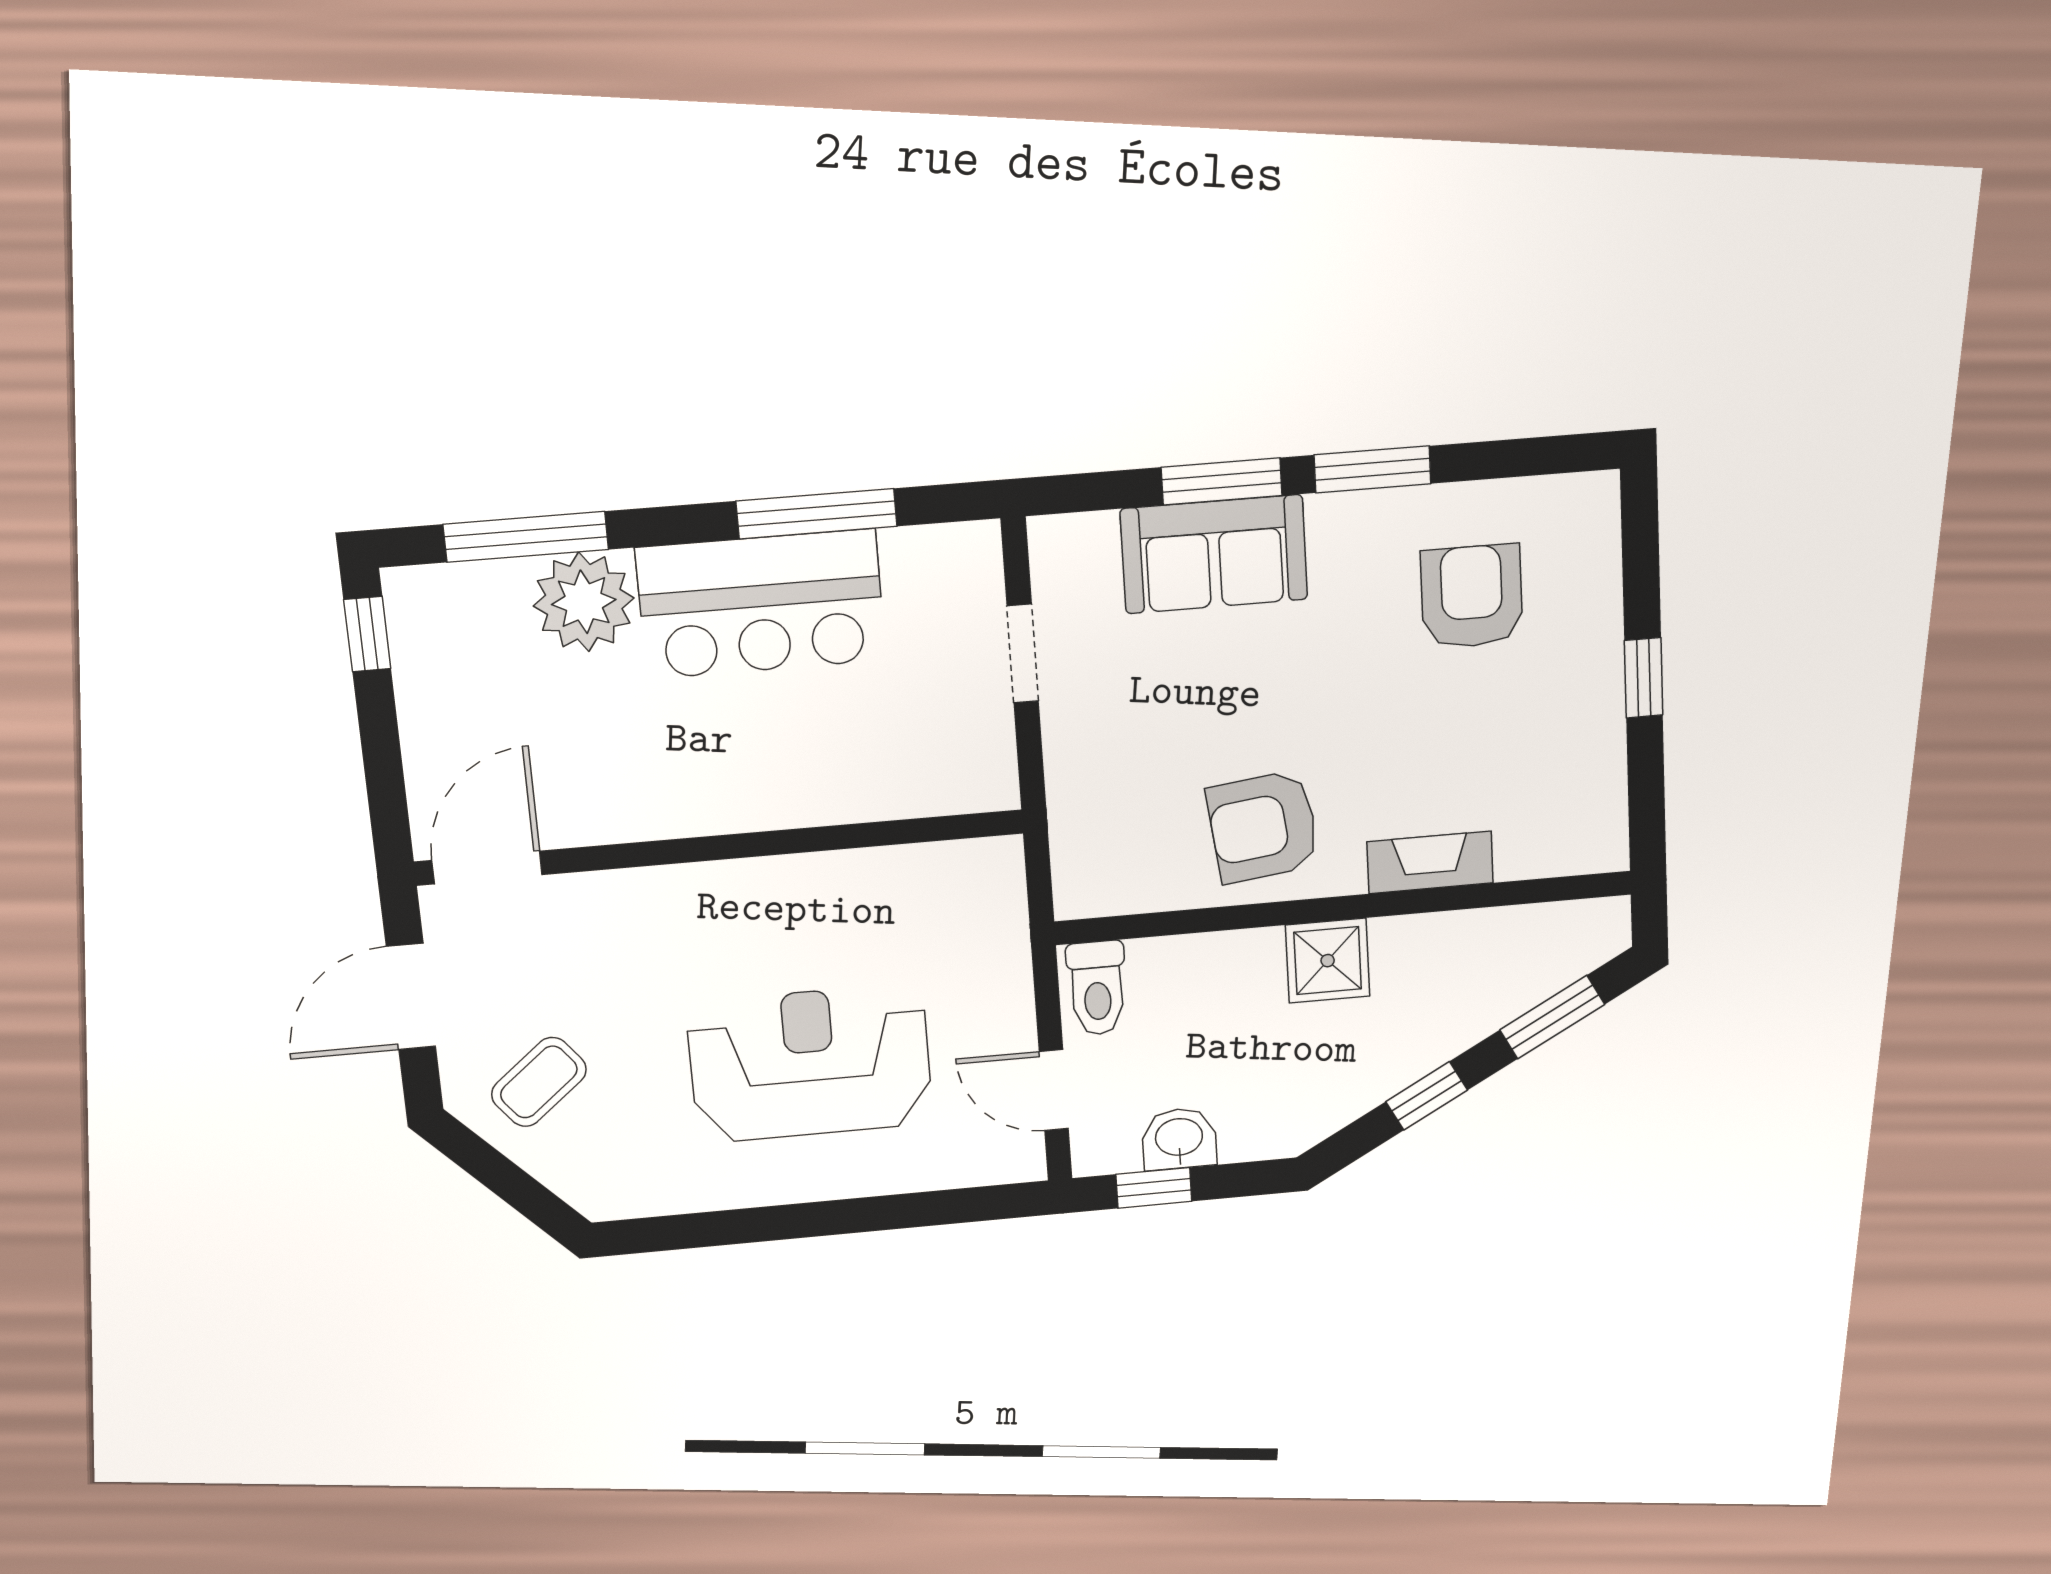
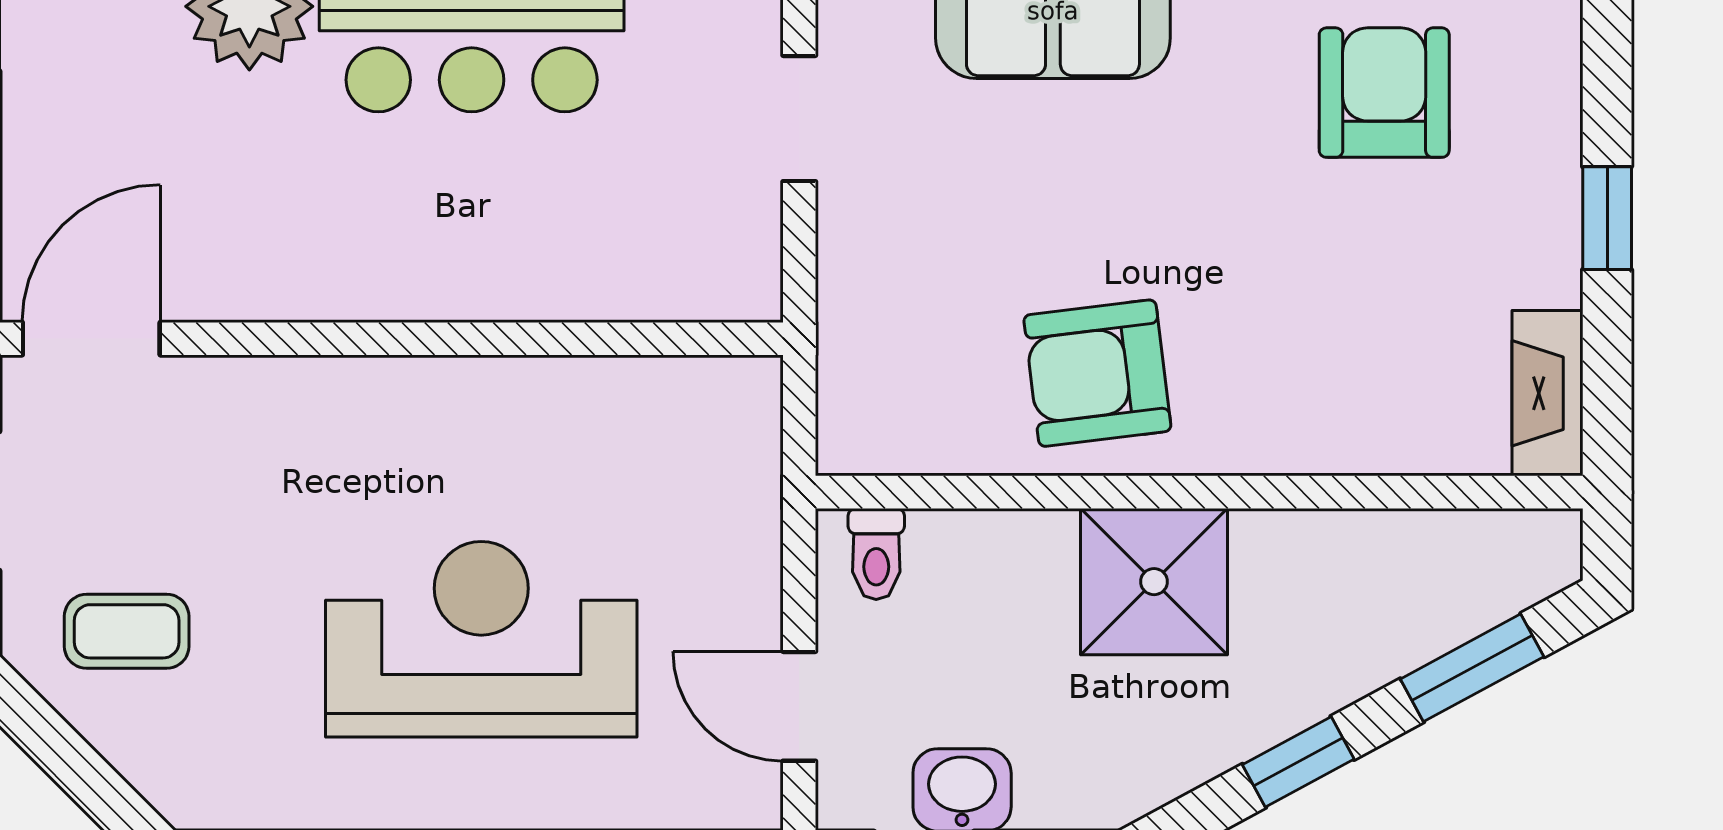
fireplace: (1430, 862) -> (1547, 393), moved, turned -90
shower: (1328, 961) -> (1154, 582), width x1.36, depth x1.36
toilet: (1097, 988) -> (876, 554), width x0.73, depth x0.72
coffee table: (539, 1082) -> (127, 631), turned 39

